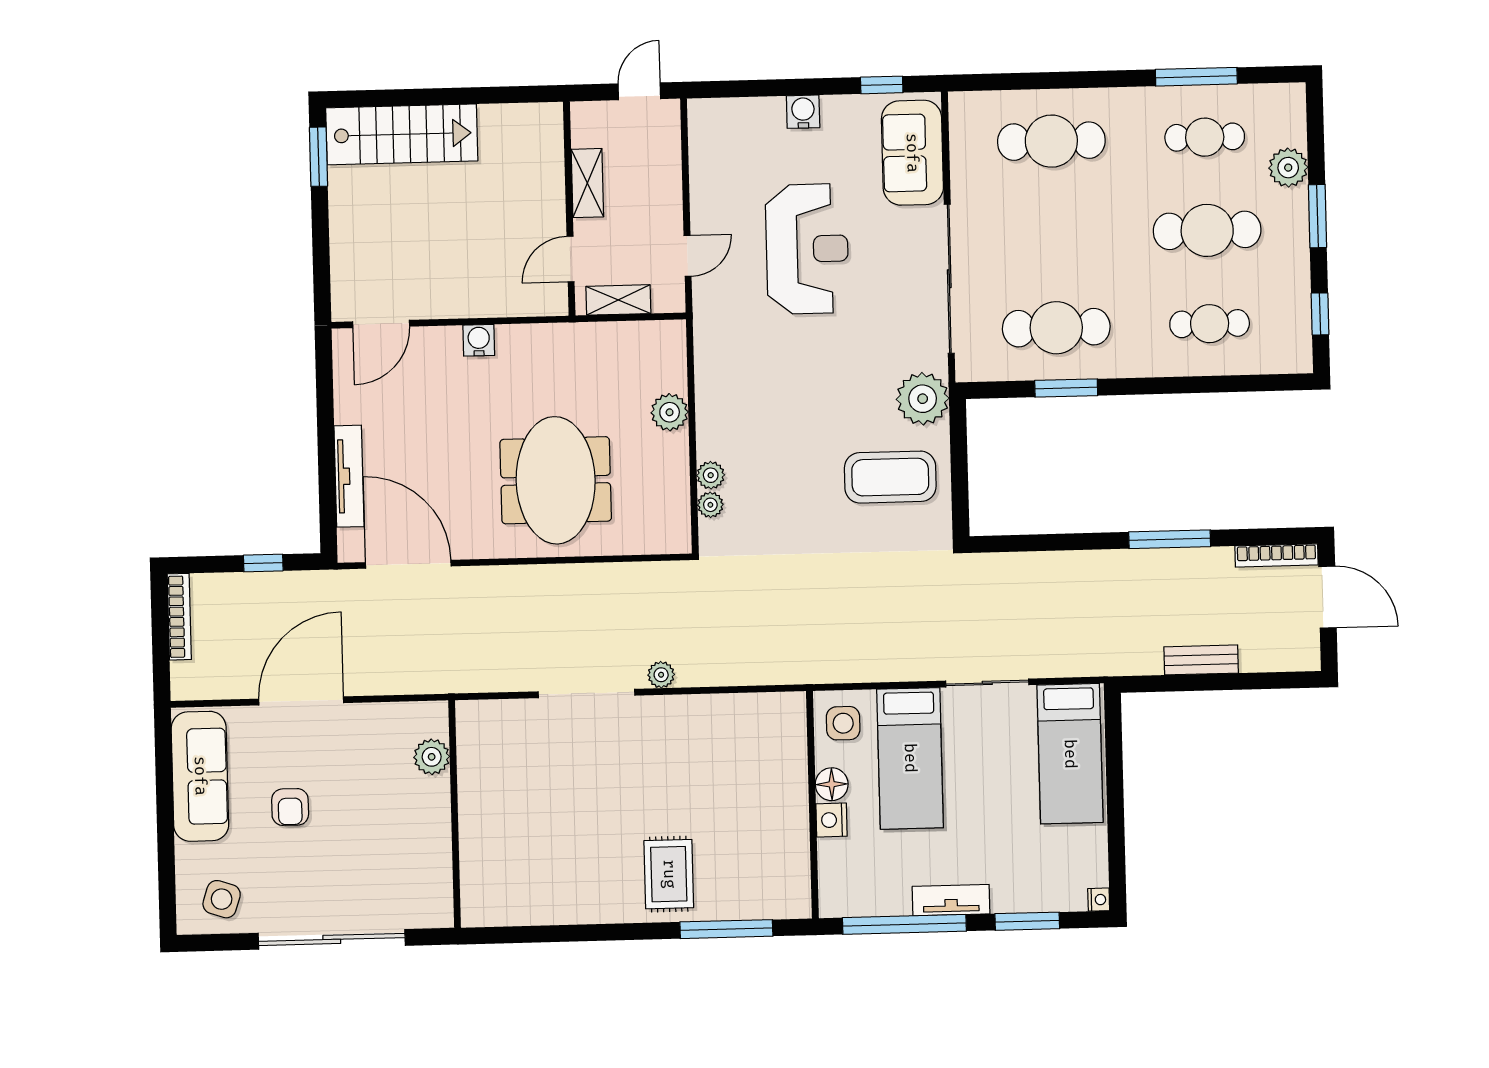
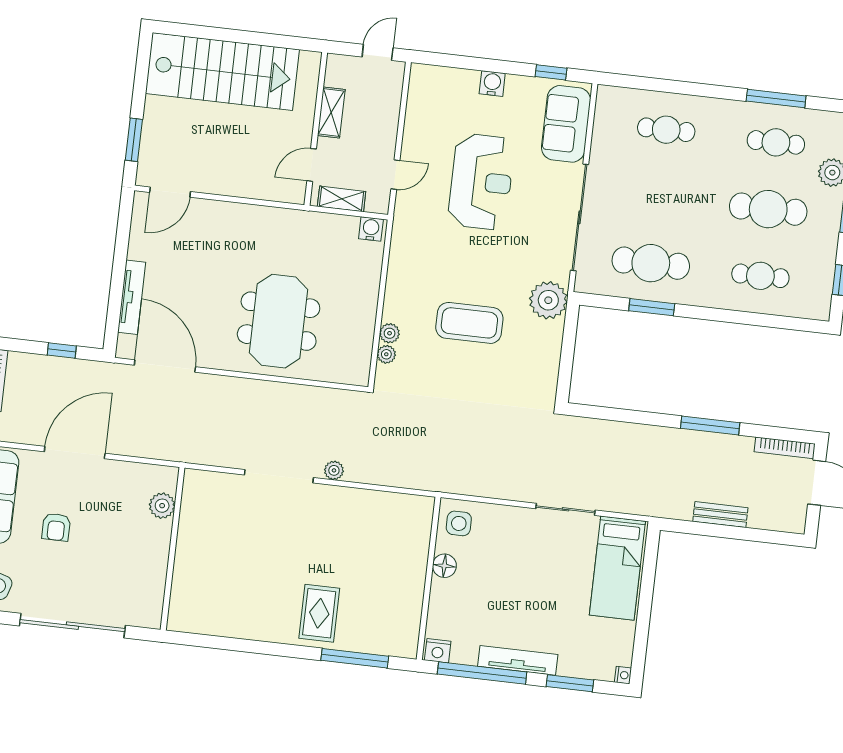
stairs: (402, 134) -> (222, 72), width x1.36, depth x1.51
cafe table: (1051, 141) -> (666, 130), width x0.73, depth x0.74
window: (319, 157) -> (134, 140), moved
water cooler: (479, 340) -> (371, 229), moved
plant: (670, 412) -> (367, 284), removed
coffee table: (890, 477) -> (469, 323), moved
bed: (910, 758) -> (503, 555), removed
nightstand: (831, 820) -> (438, 651), moved, turned -90
tv unit: (951, 900) -> (518, 660), width x1.41

